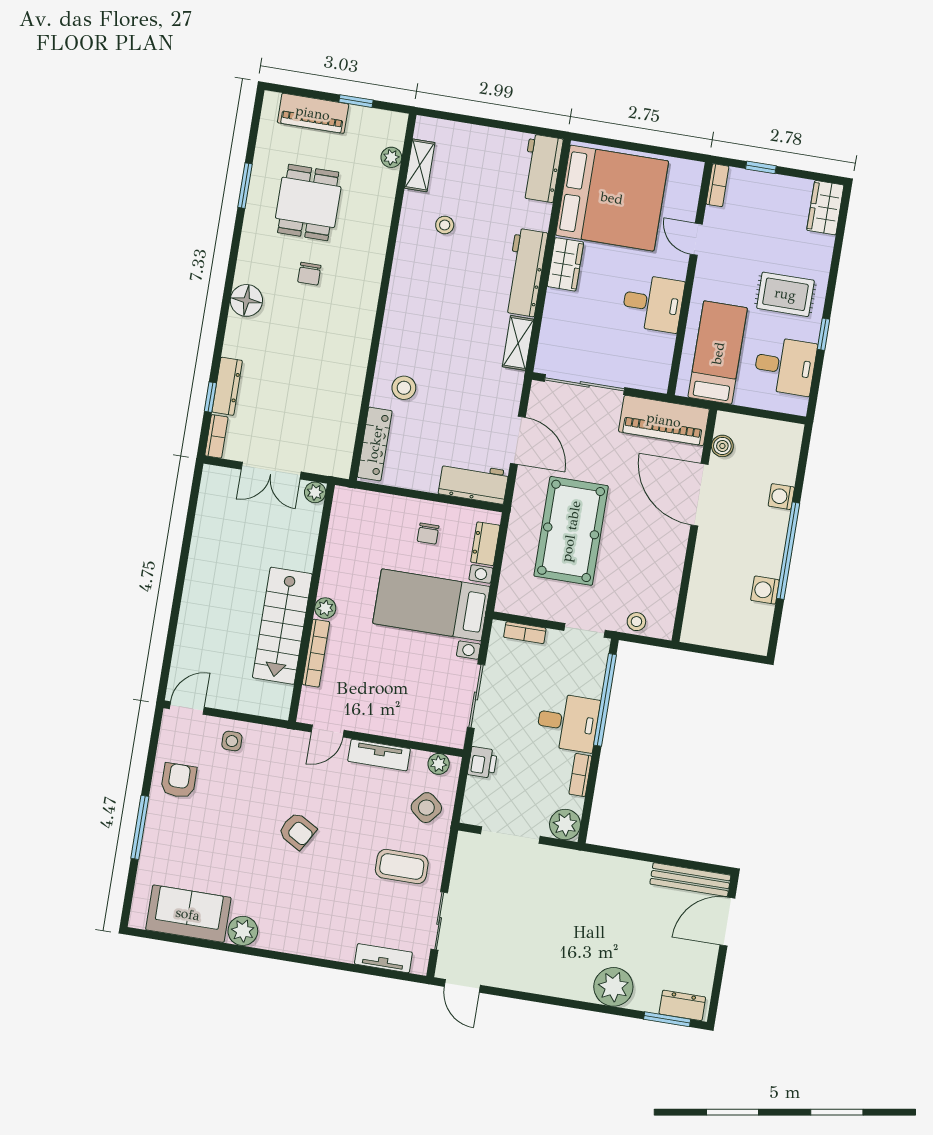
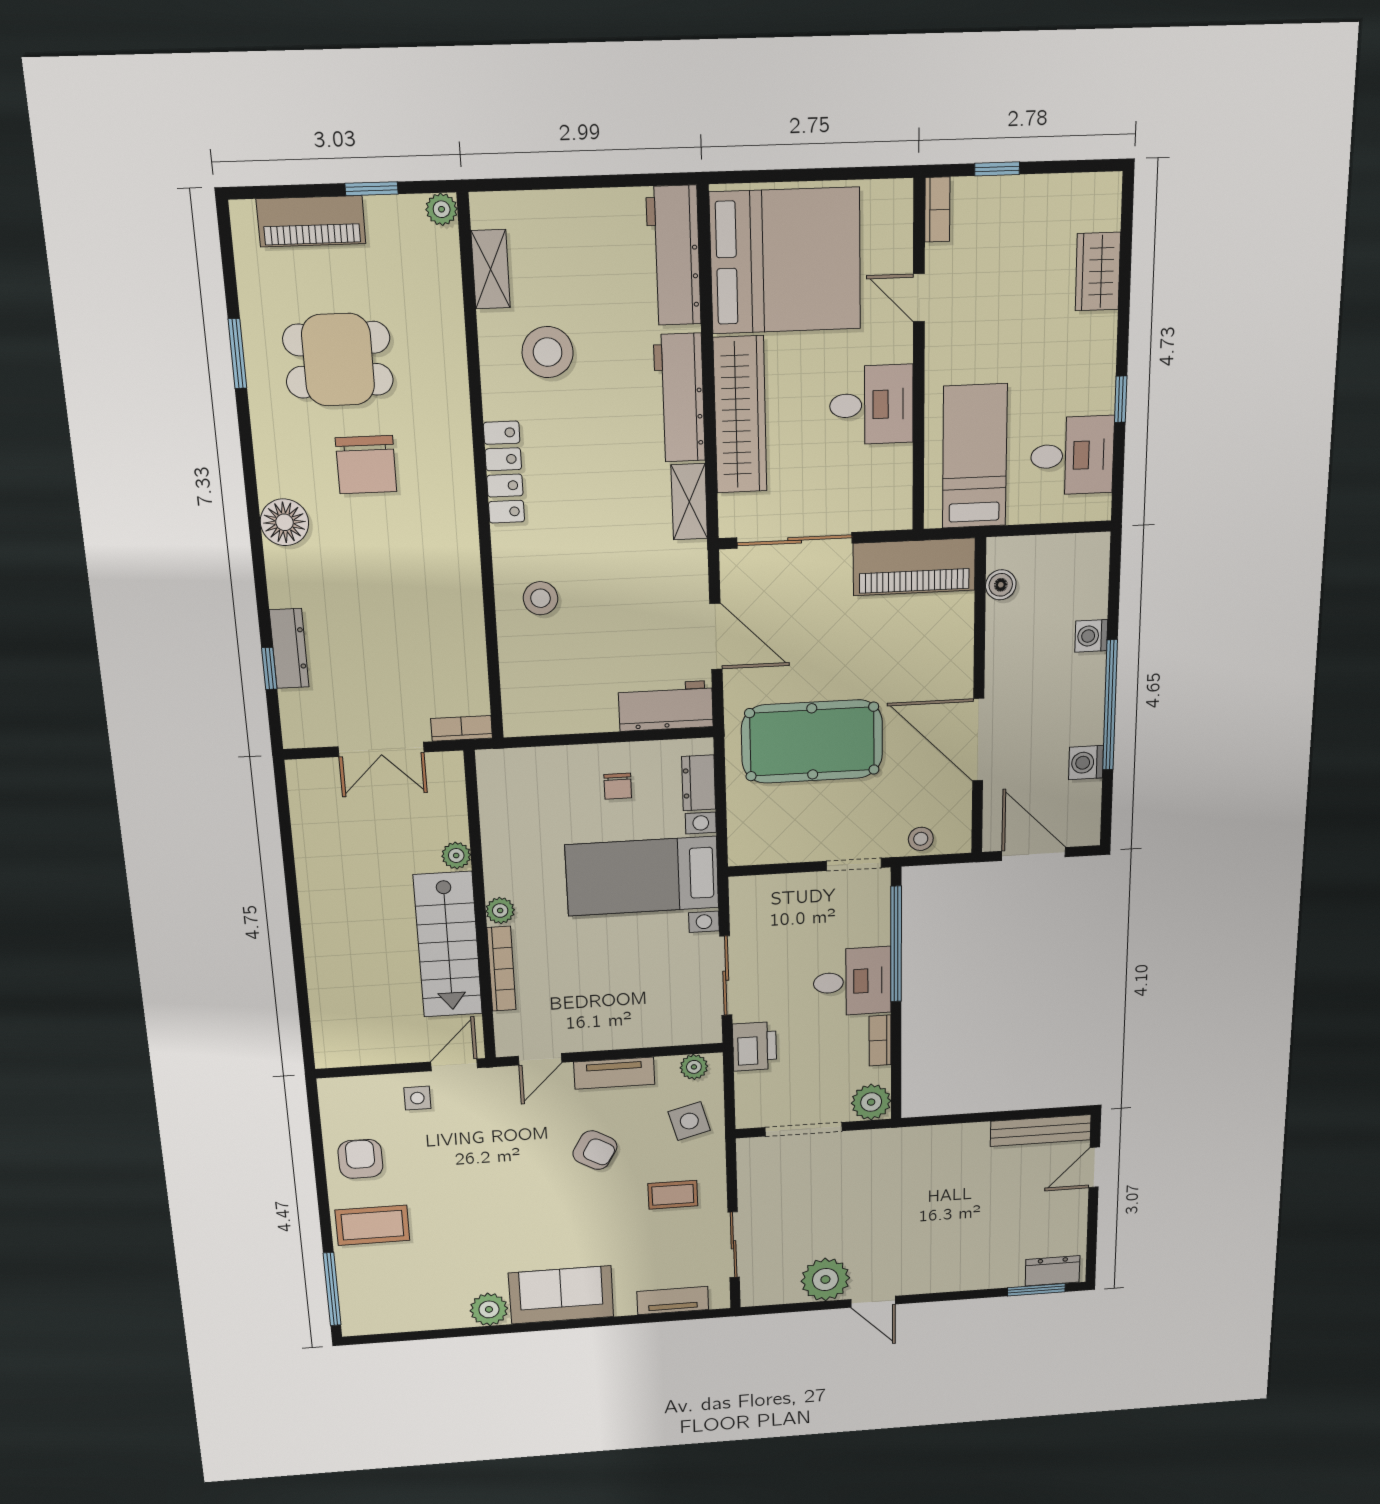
plant: (391, 157) -> (442, 209), moved
workbench: (542, 168) -> (674, 256), width x1.38
dining table: (308, 202) -> (338, 360), turned 90
wardrobe: (825, 208) -> (1098, 272), moved
stool: (445, 225) -> (548, 352), width x1.89, depth x1.89
wardrobe: (565, 264) -> (740, 415), width x2.10, depth x1.17
chair: (309, 274) -> (366, 465), width x1.87, depth x1.87
rug: (785, 294) -> (1059, 353), removed
bookcase: (216, 436) -> (462, 728), moved, turned -90
locker: (375, 444) -> (504, 472), moved
plant: (315, 492) -> (456, 855), moved
door: (699, 495) -> (978, 740), moved
pool table: (571, 531) -> (812, 742), turned 90
bookcase: (525, 633) -> (775, 884), removed
door: (717, 652) -> (1034, 854), added
door: (187, 708) -> (454, 1065), moved
printer: (482, 762) -> (755, 1046), width x1.36, depth x1.24
side table: (426, 808) -> (689, 1121), turned 35
window: (140, 827) -> (332, 1289), moved
armchair: (297, 831) -> (595, 1150), moved
coffee table: (174, 837) -> (372, 1225), added
coffee table: (402, 866) -> (673, 1195), width x0.73, depth x0.77
sofa: (188, 914) -> (561, 1295), moved
door: (727, 922) -> (1094, 1167), width x0.73
door: (462, 986) -> (873, 1302), moved
plant: (613, 987) -> (825, 1279), moved

